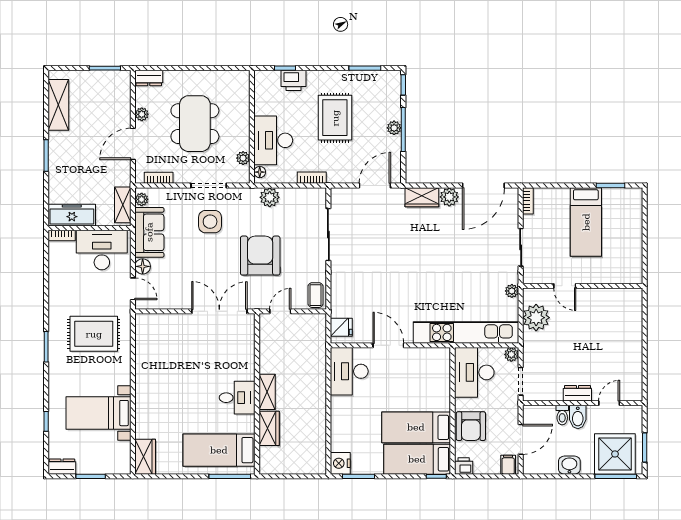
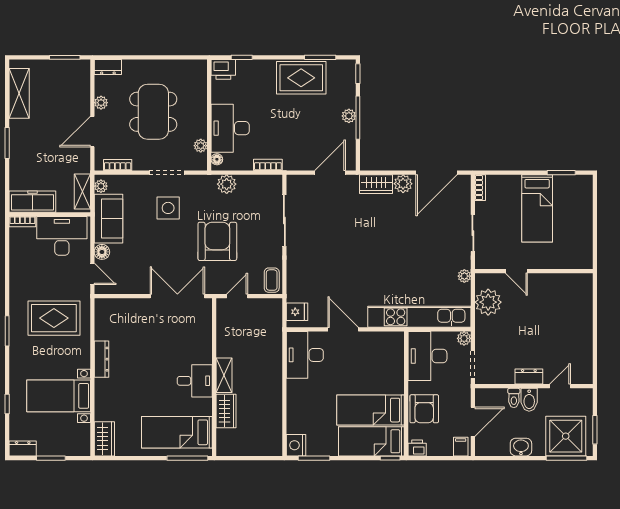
printer: (294, 80) -> (223, 69), moved
rug: (335, 118) -> (301, 78), moved, turned 90
dresser: (142, 376) -> (101, 359), added

